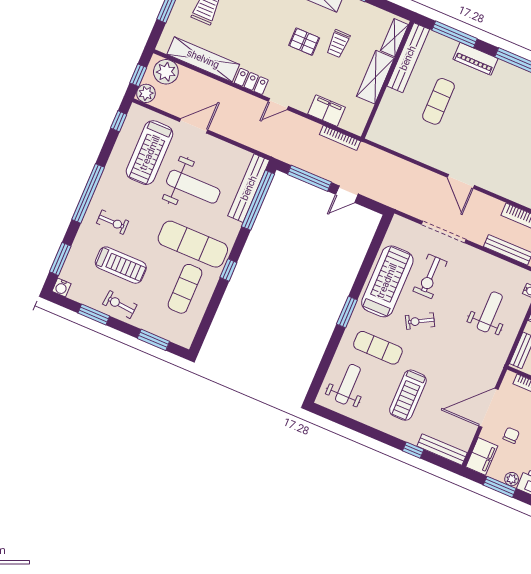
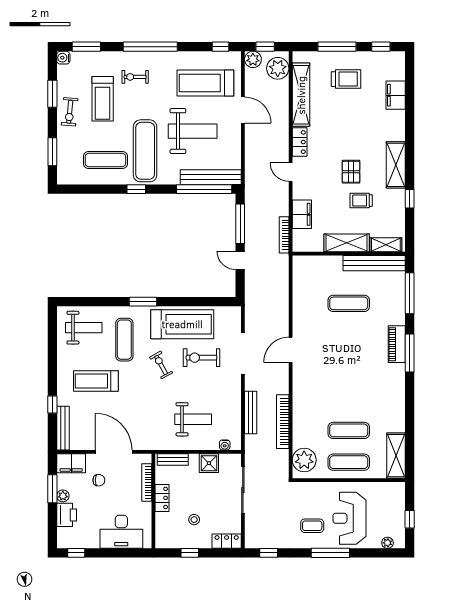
piano: (475, 59) -> (397, 344), moved
weight bench: (193, 187) -> (193, 131), turned -90
exercise bike: (113, 222) -> (135, 77), turned 90
exercise bike: (120, 305) -> (70, 112), turned 180

